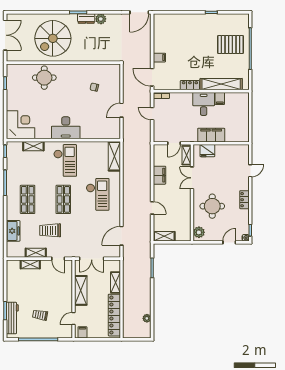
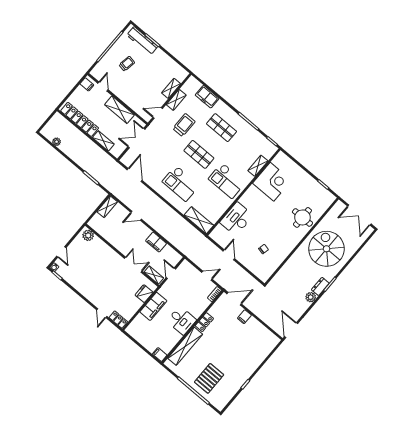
filing cabinet: (220, 98) -> (160, 355), moved
corner desk: (20, 125) -> (272, 182), moved, turned -90
desk: (66, 128) -> (237, 219), moved
locker: (244, 200) -> (118, 320), moved
round table: (212, 206) -> (99, 262), removed

